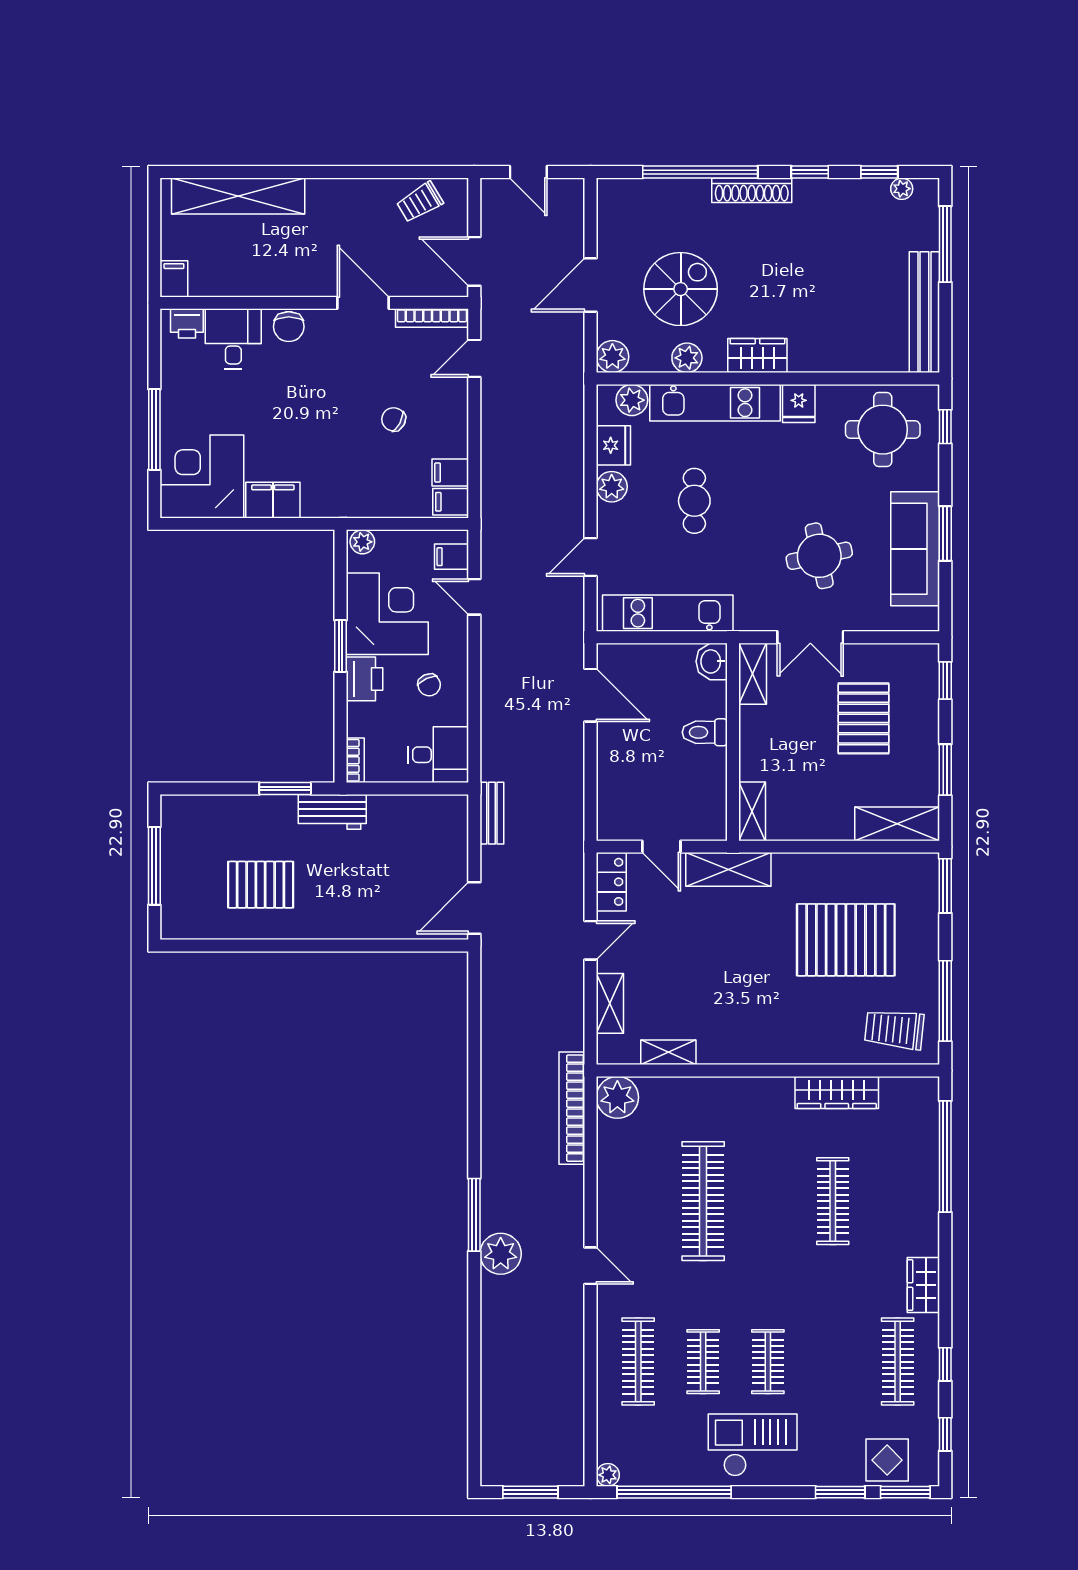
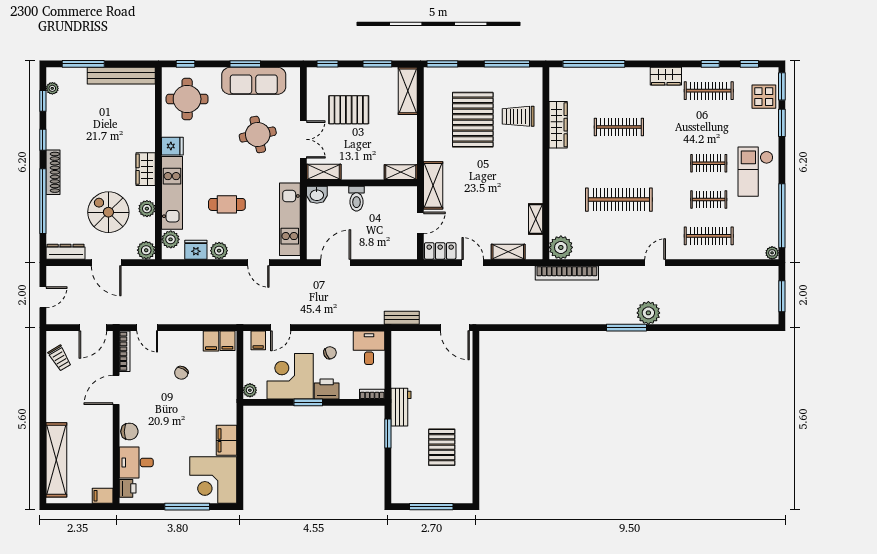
dresser: (610, 212) -> (66, 252), added
trolley: (894, 1029) -> (518, 116), moved, turned 84

